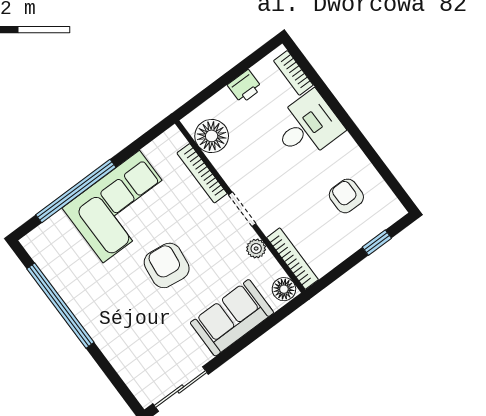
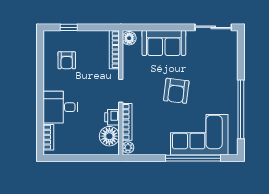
printer: (245, 87) -> (112, 117), moved, turned -90
corner sofa: (121, 207) -> (199, 135), moved
plant: (256, 249) -> (128, 147), moved

